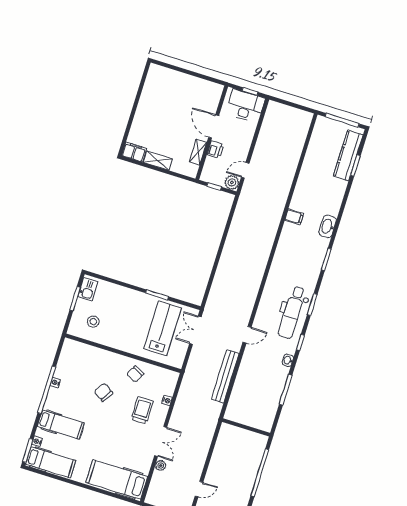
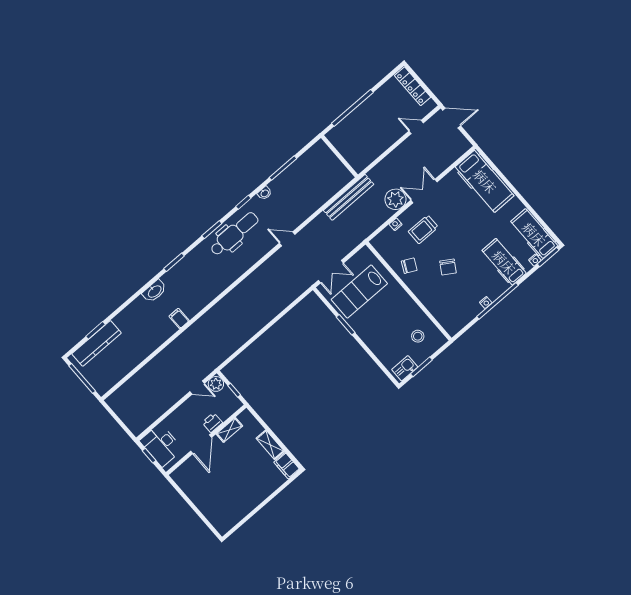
bench: (225, 376) -> (349, 197), moved
plant: (161, 466) -> (395, 199), moved, width x1.87, depth x1.87

